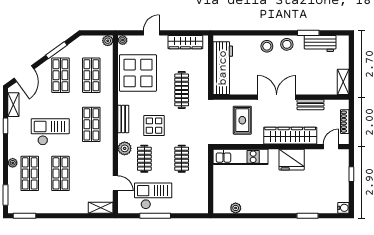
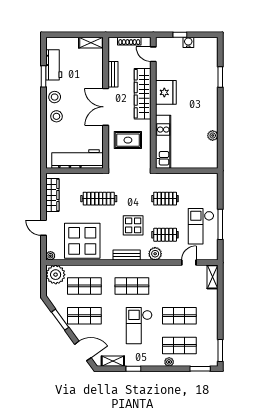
plant: (108, 41) -> (56, 275), width x1.87, depth x1.87
plant: (236, 208) -> (213, 135), moved
water cooler: (343, 208) -> (188, 42), moved

